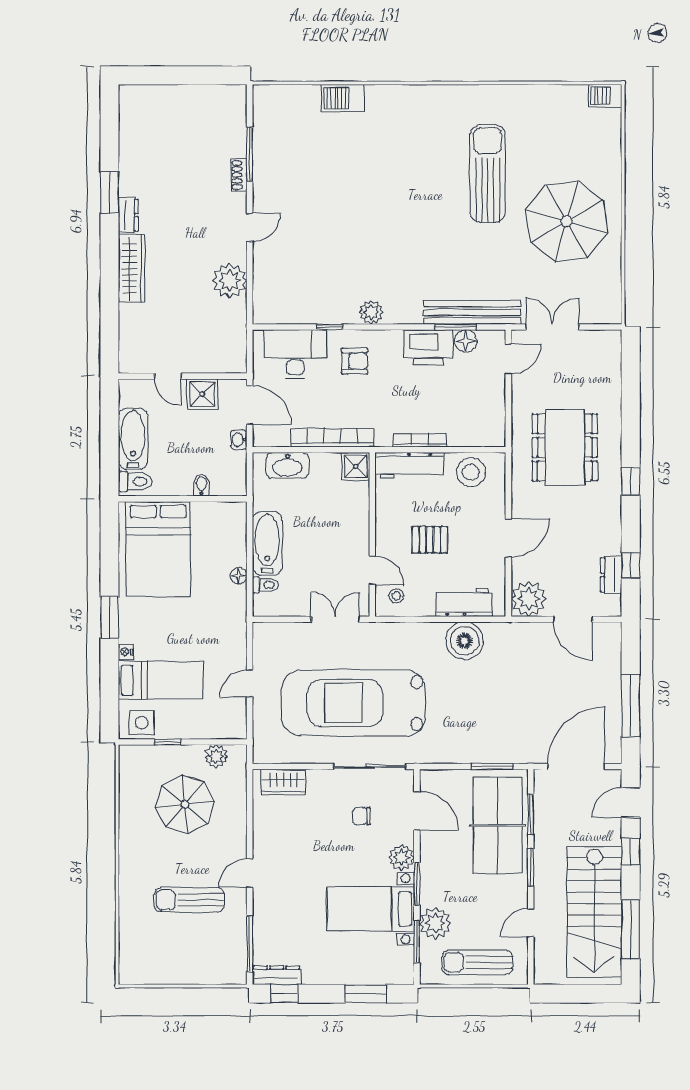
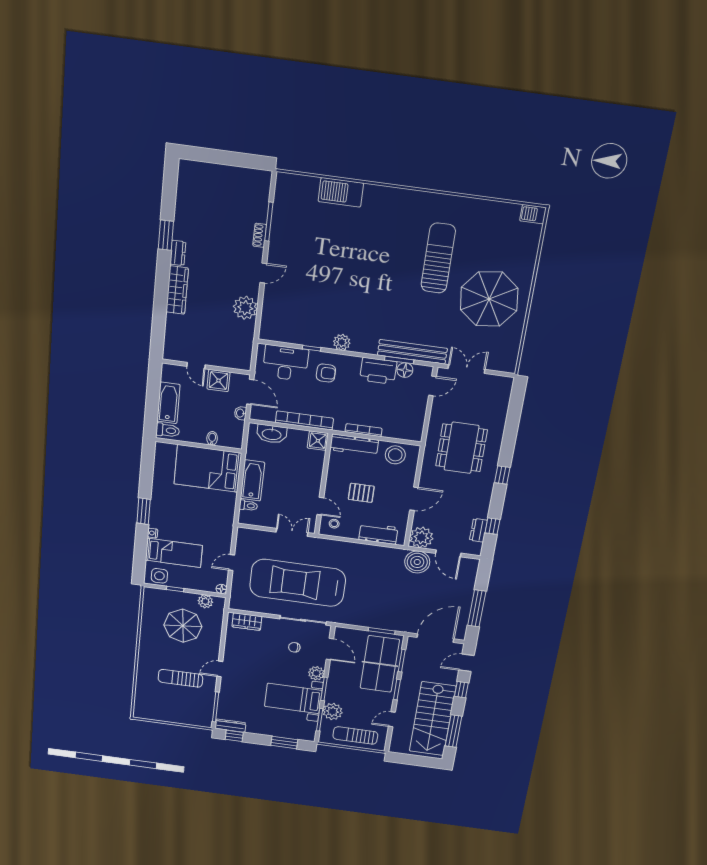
barbecue: (343, 98) -> (341, 192), width x1.37, depth x1.21
bed: (158, 549) -> (208, 468), moved, turned 90
floor lamp: (239, 576) -> (221, 589), moved
boiler: (465, 641) -> (417, 562), moved

